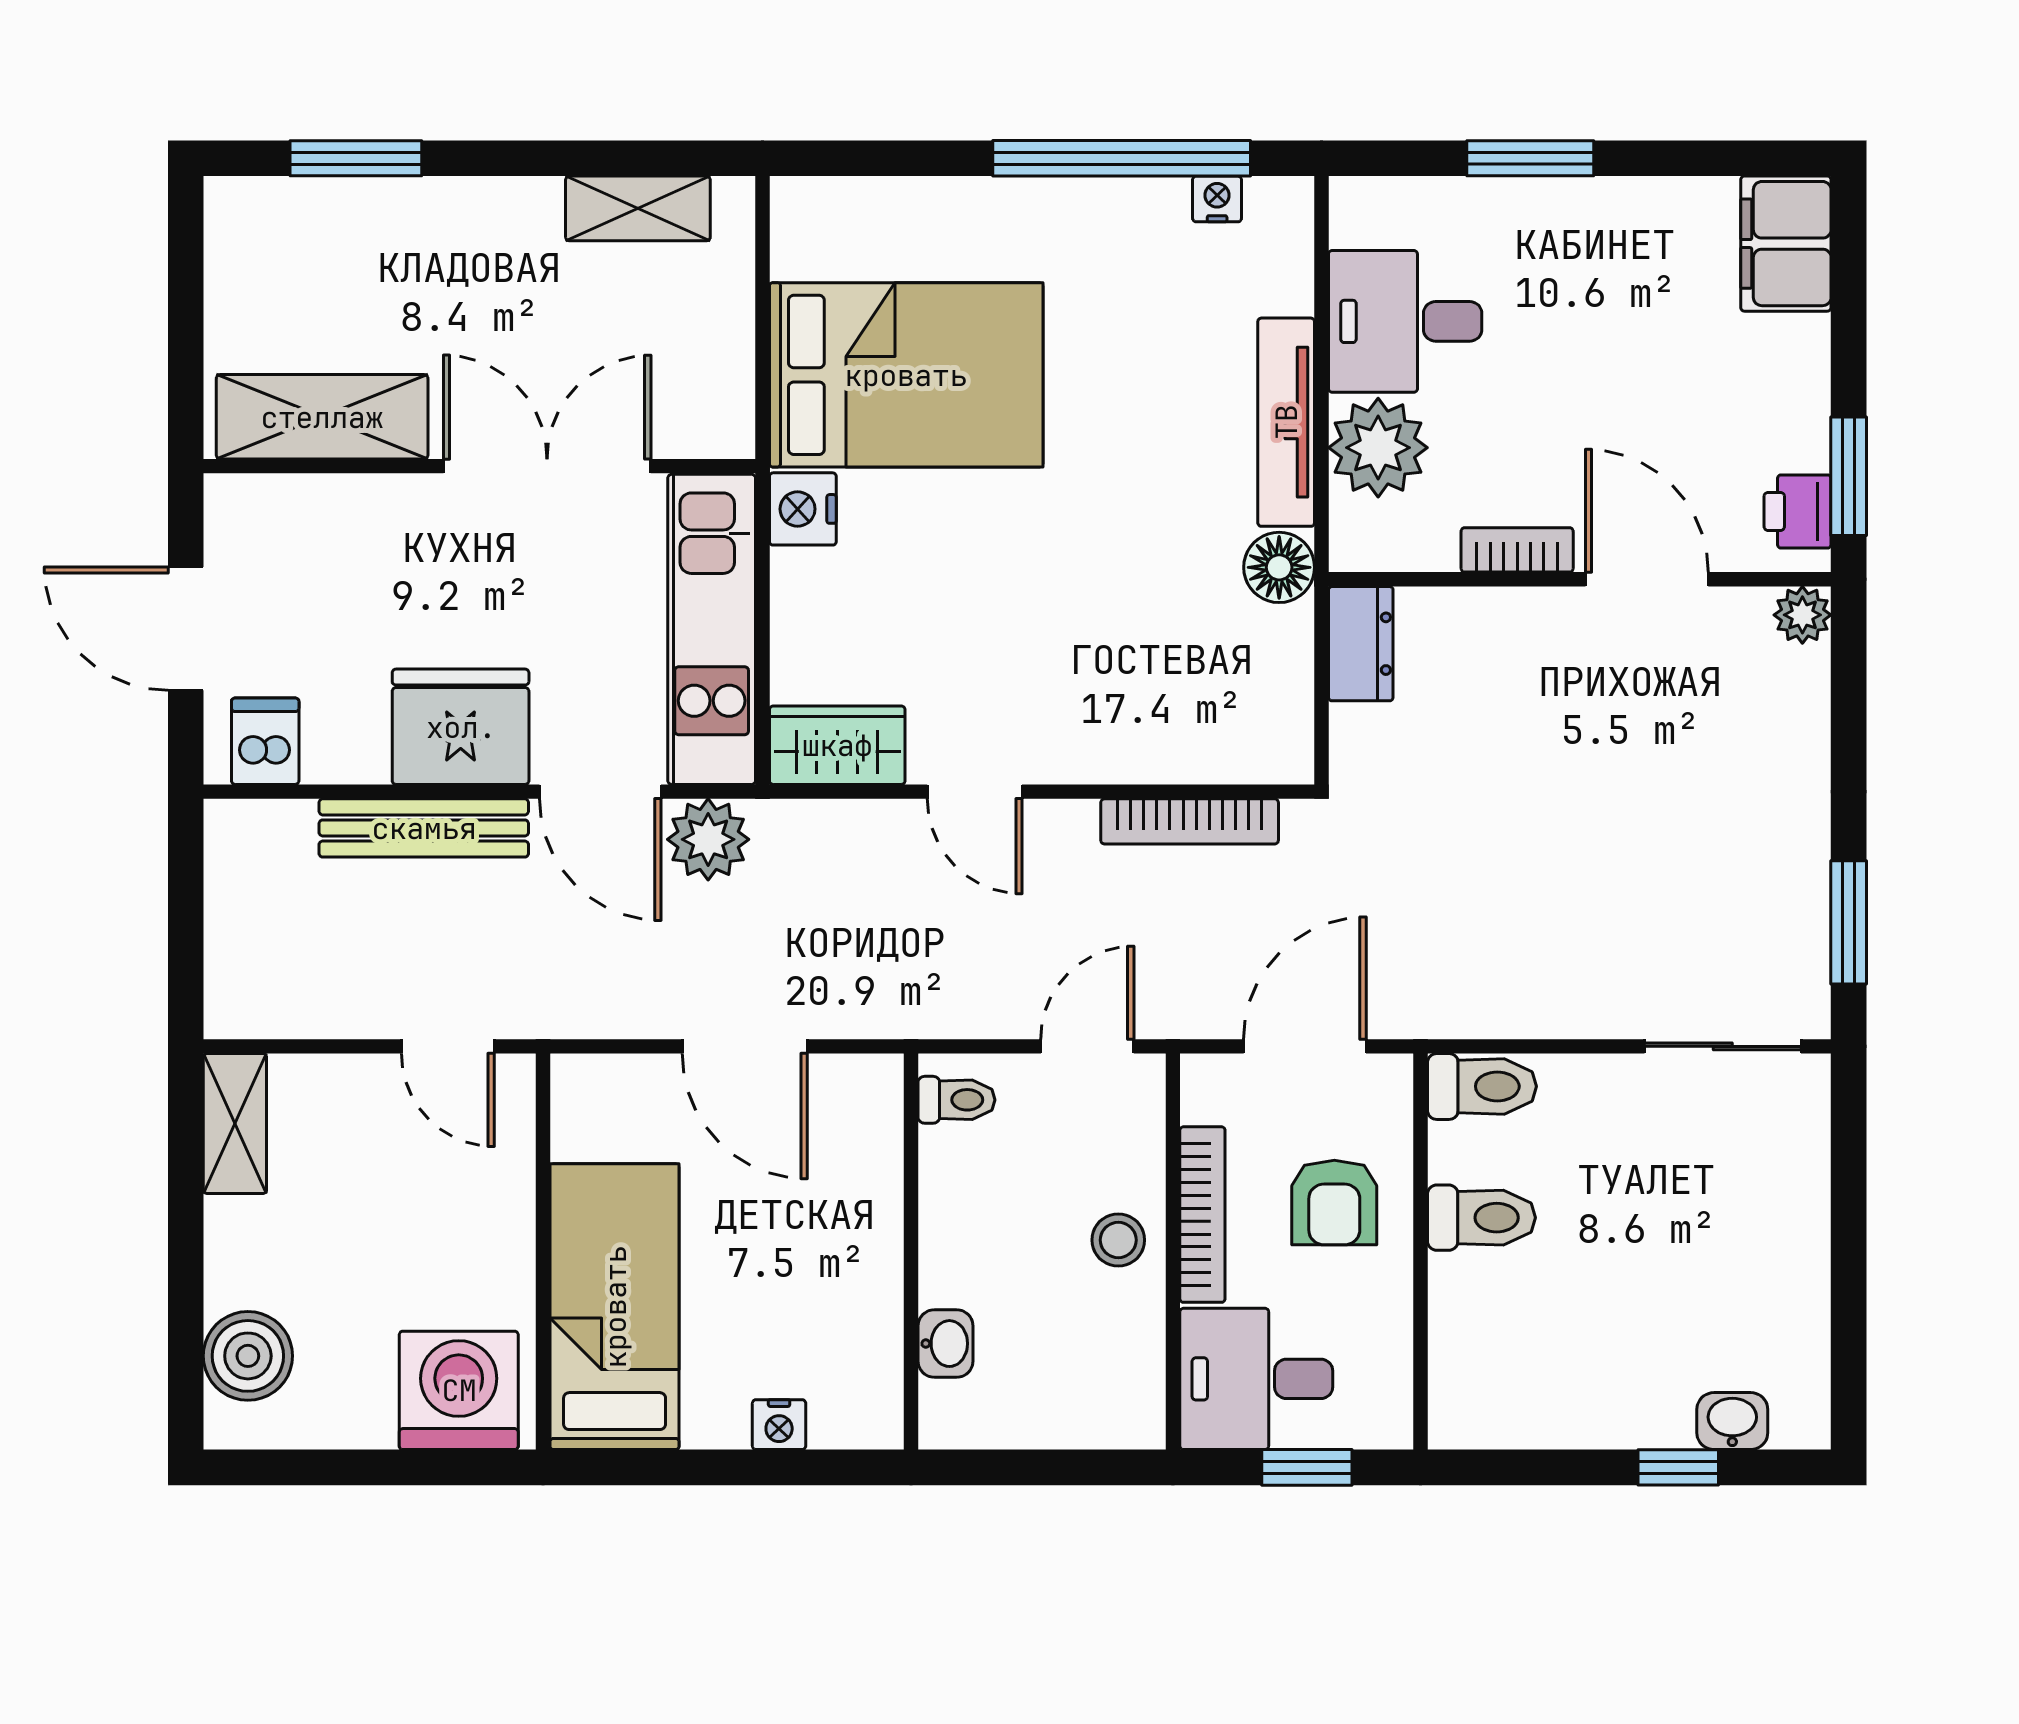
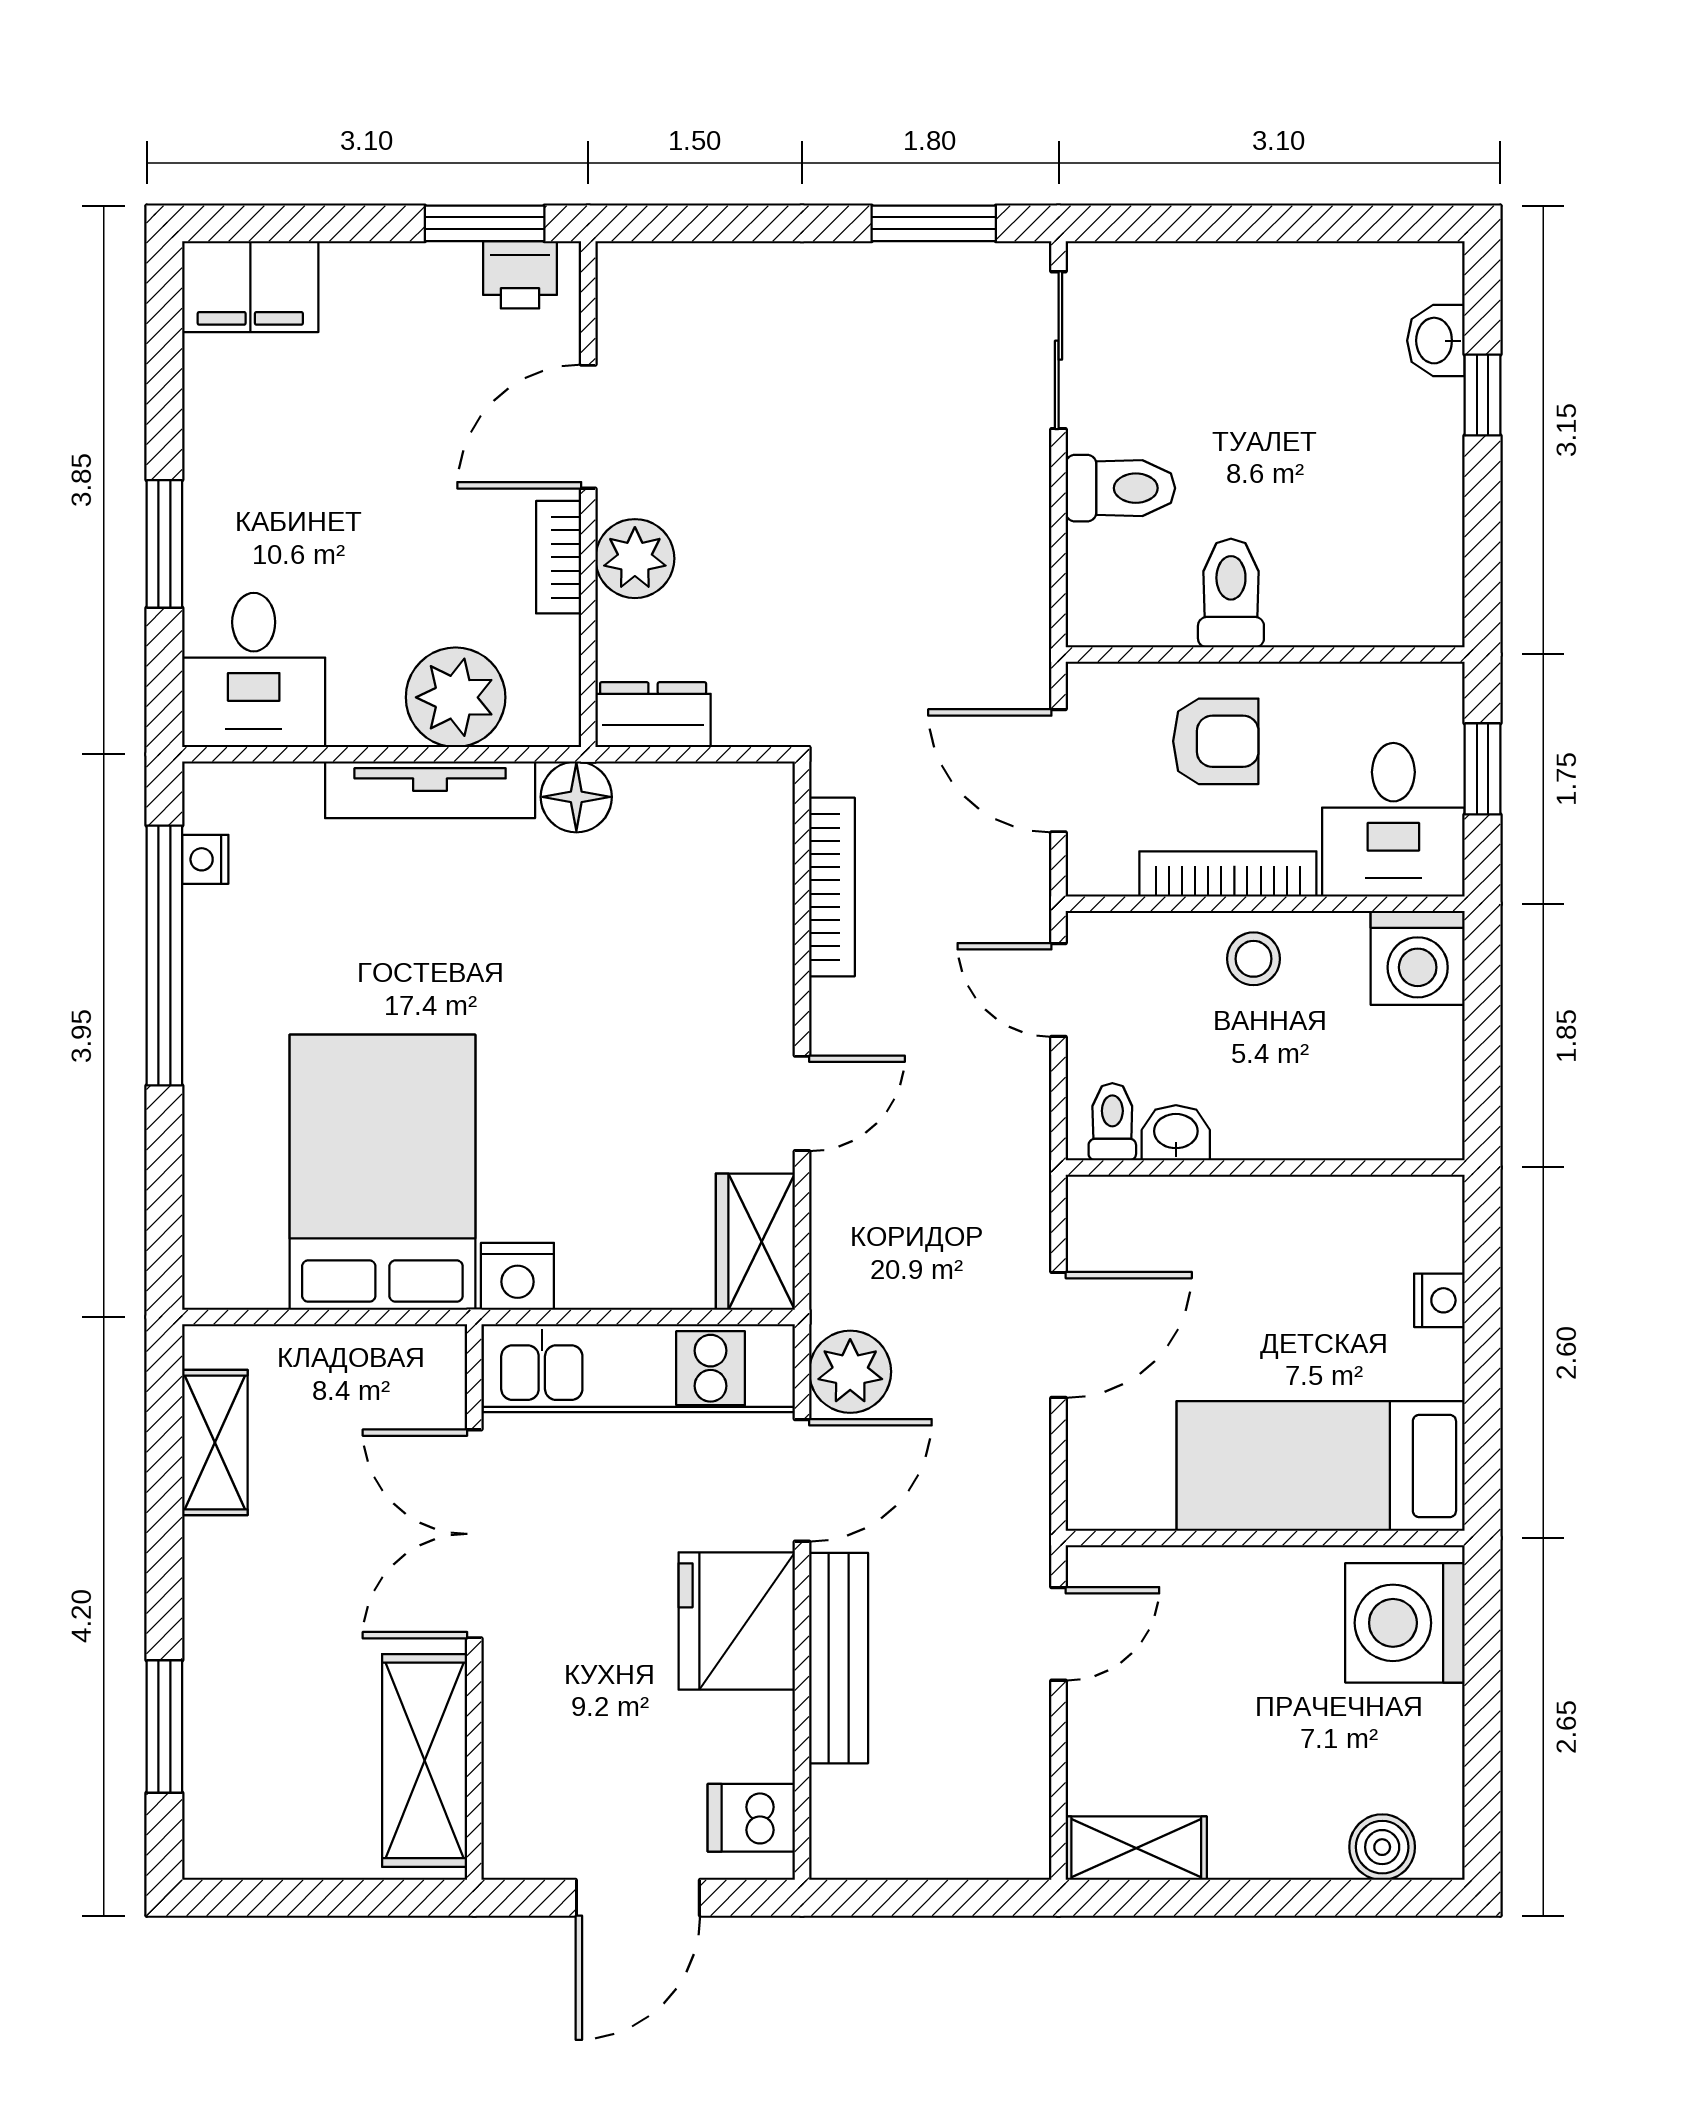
desk: (1405, 321) -> (254, 670), moved
plant: (1802, 615) -> (635, 559), moved, width x1.38, depth x1.38
toilet: (1482, 1086) -> (1120, 488), moved, turned 90
washbasin: (946, 1344) -> (1176, 1133), moved
boiler: (248, 1356) -> (1382, 1847), width x0.73, depth x0.73
washing machine: (1119, 1403) -> (1418, 958), added

